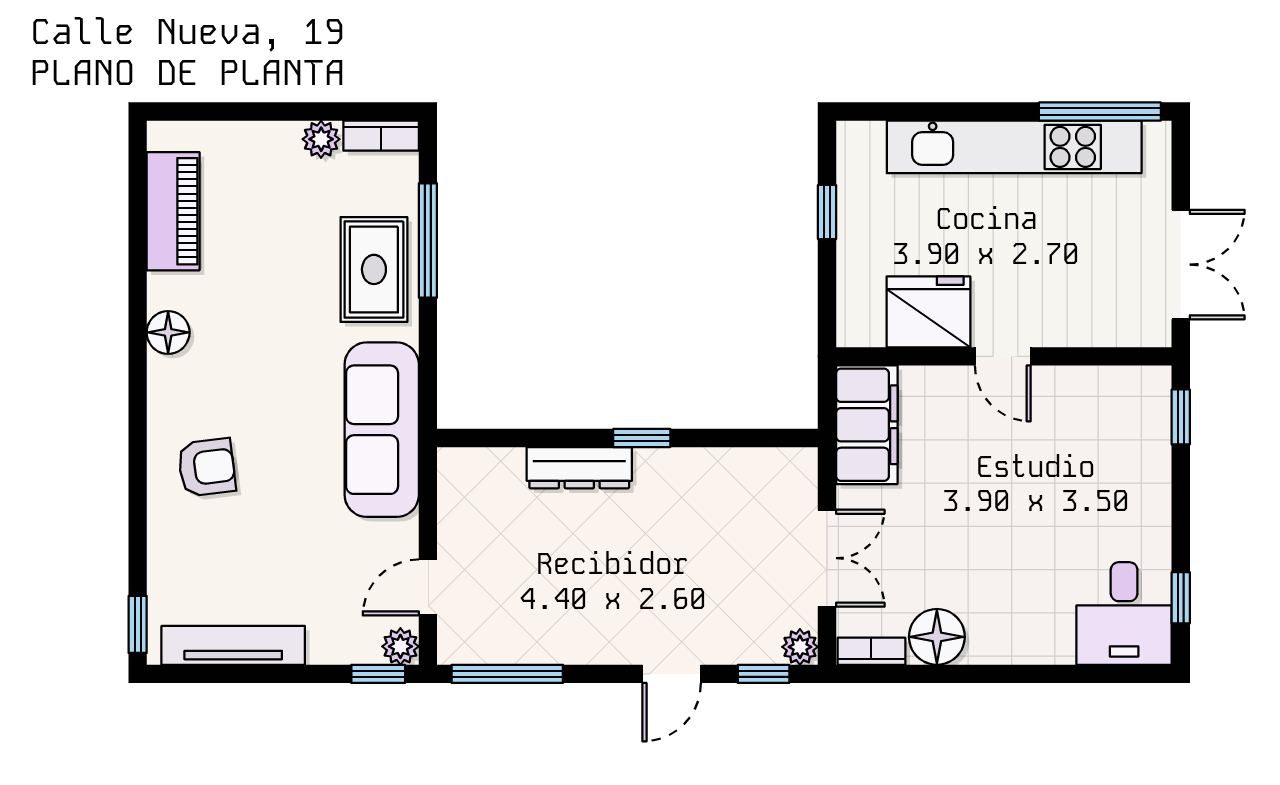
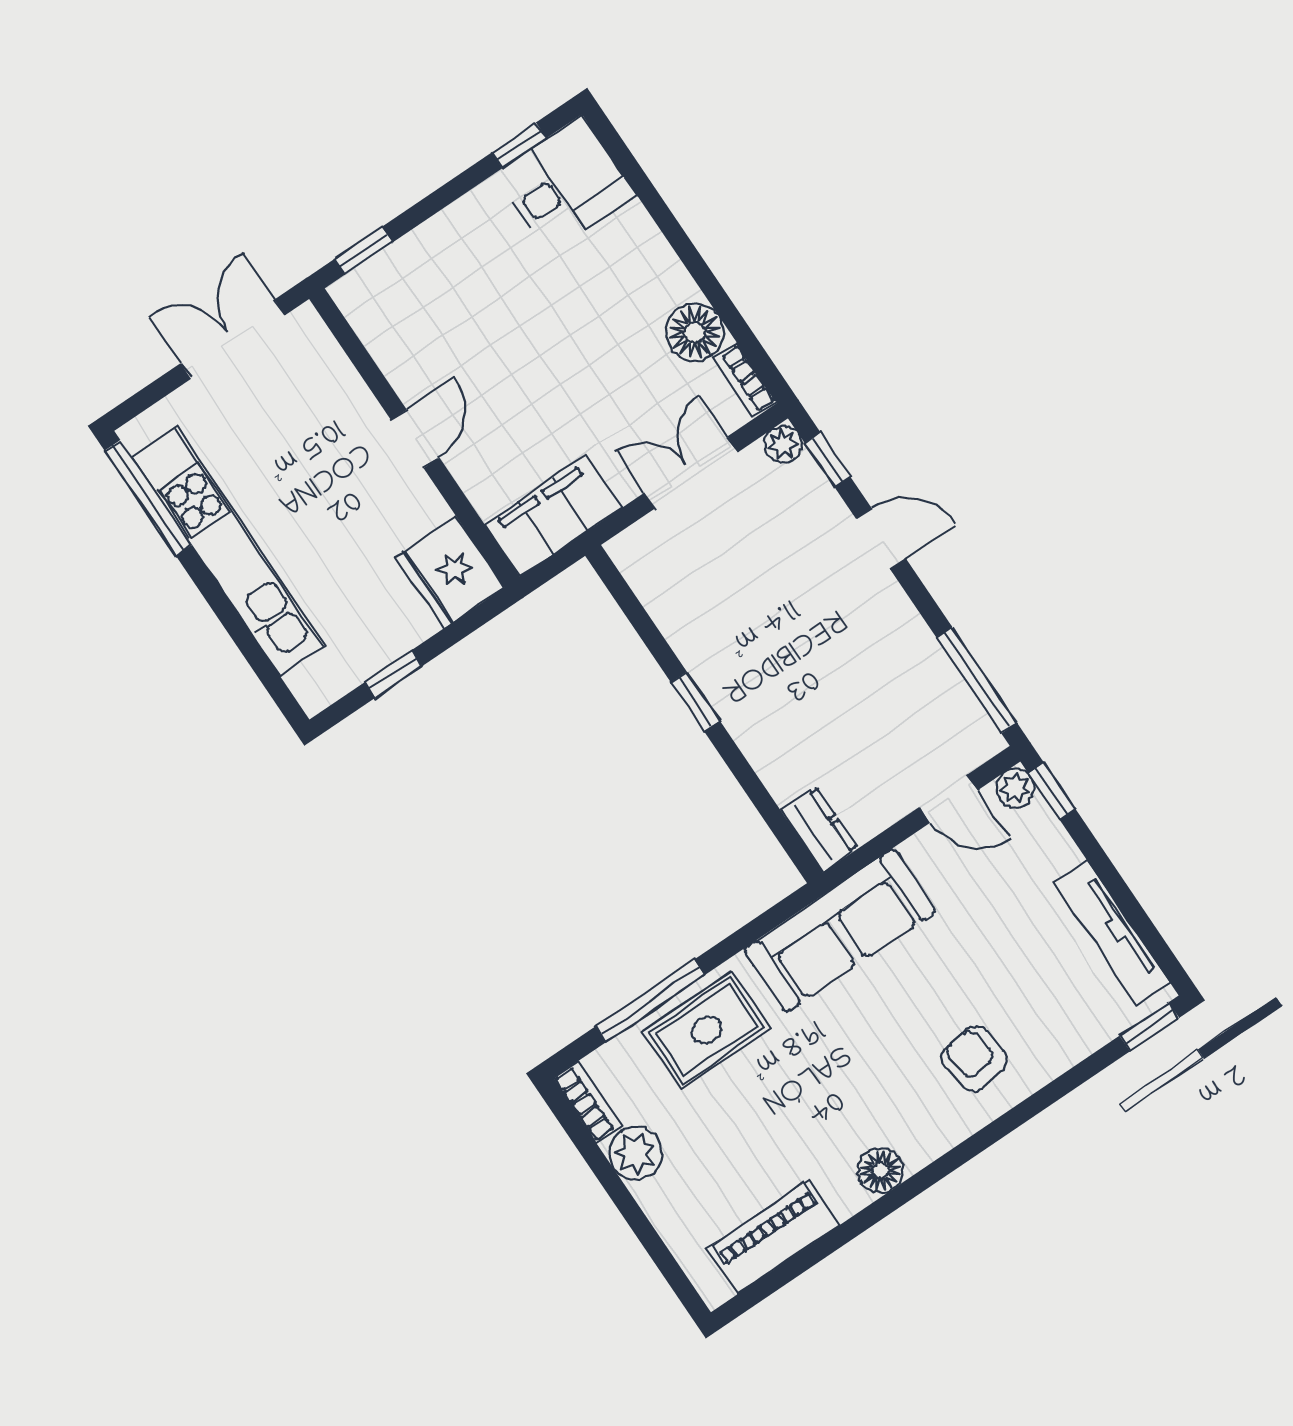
plant: (321, 139) -> (635, 1153), width x1.38, depth x1.38
fridge: (928, 312) -> (450, 572), moved
dresser: (579, 468) -> (819, 829), moved, width x0.70

